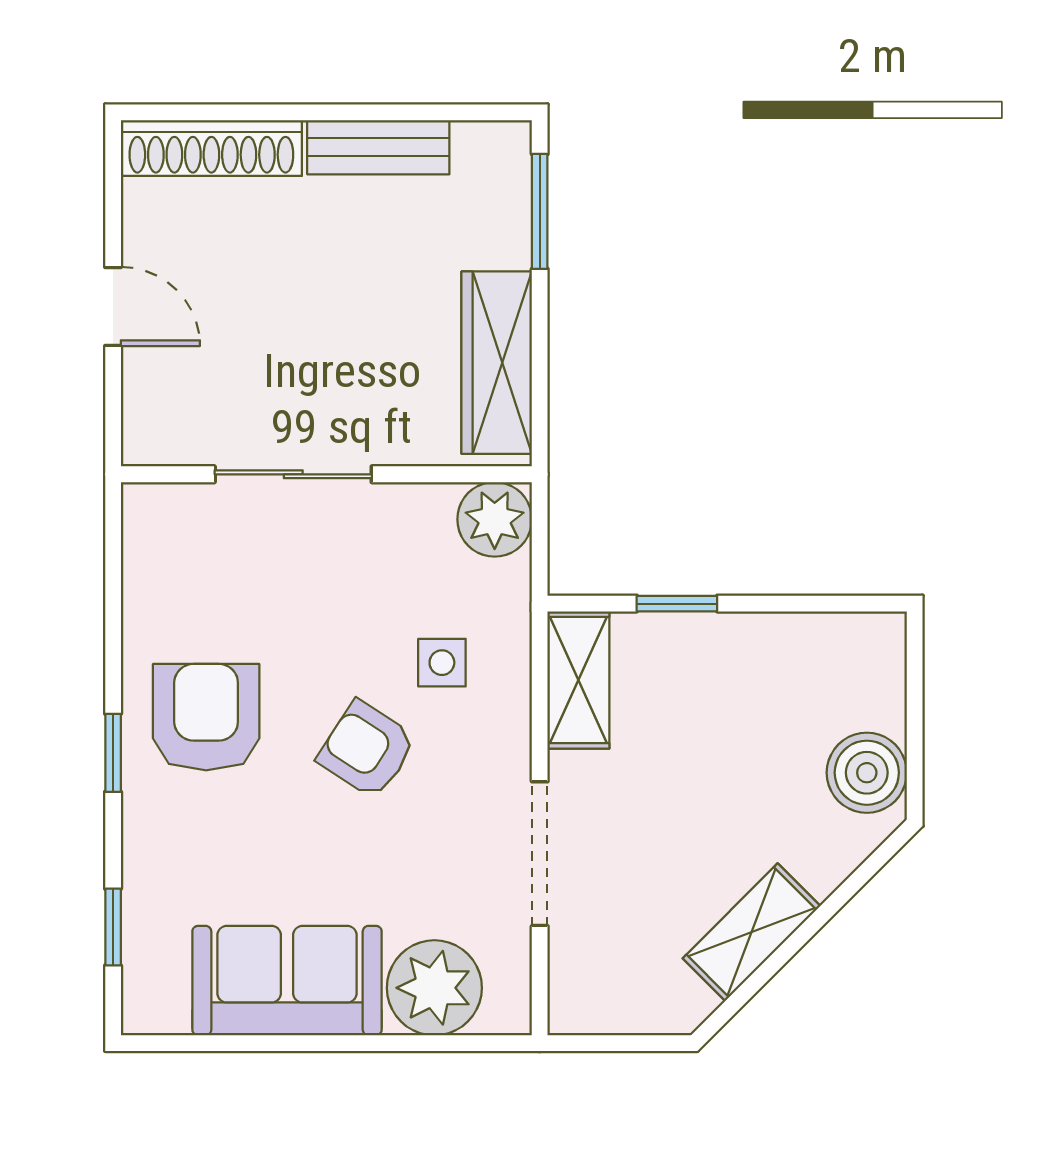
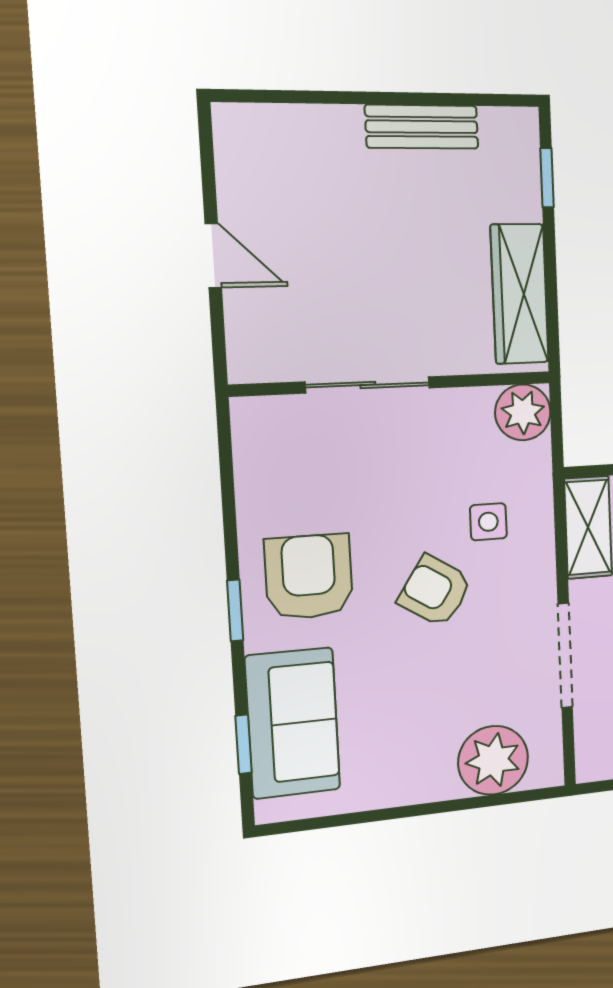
shoe rack: (211, 148) -> (288, 126), removed
window: (540, 211) -> (547, 178), width x0.67
sofa: (287, 981) -> (293, 723), moved, turned 90

